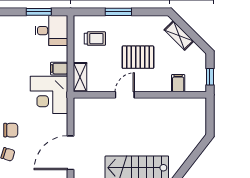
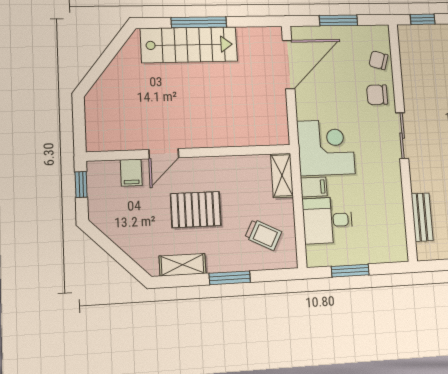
desk: (51, 31) -> (328, 220), moved
shelving: (179, 35) -> (182, 265), moved, turned -45
trolley: (95, 39) -> (263, 235), turned -153
door: (125, 95) -> (164, 154), moved

